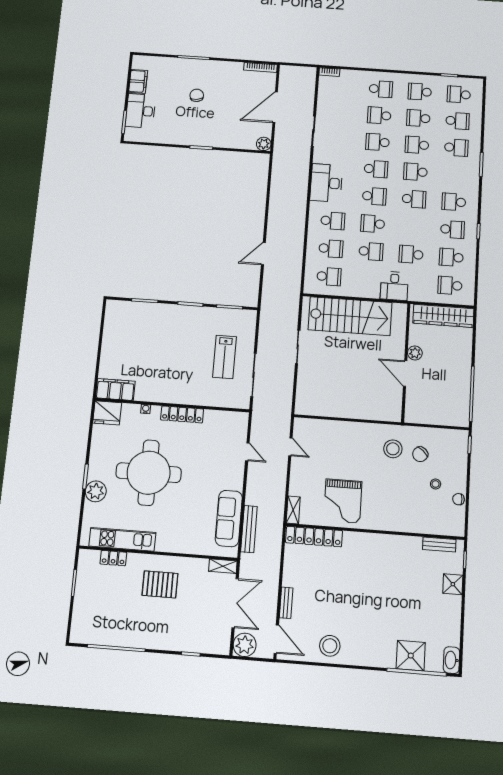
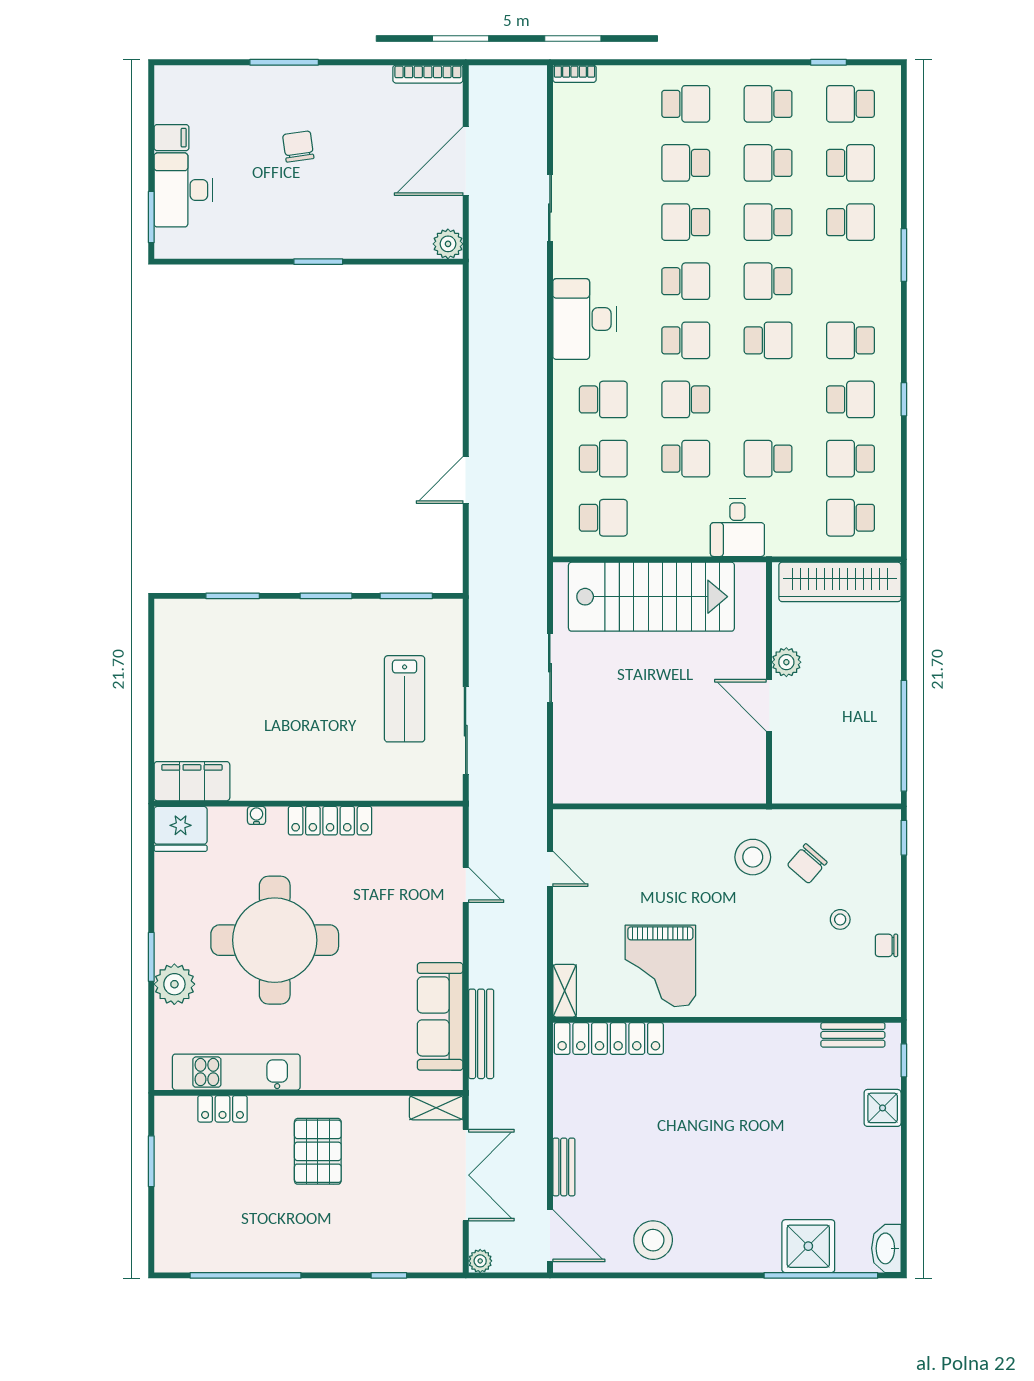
filing cabinet: (138, 81) -> (171, 138), width x0.50
pallet: (160, 584) -> (318, 1151), turned 90
plant: (245, 645) -> (480, 1261), width x0.53, depth x0.53

